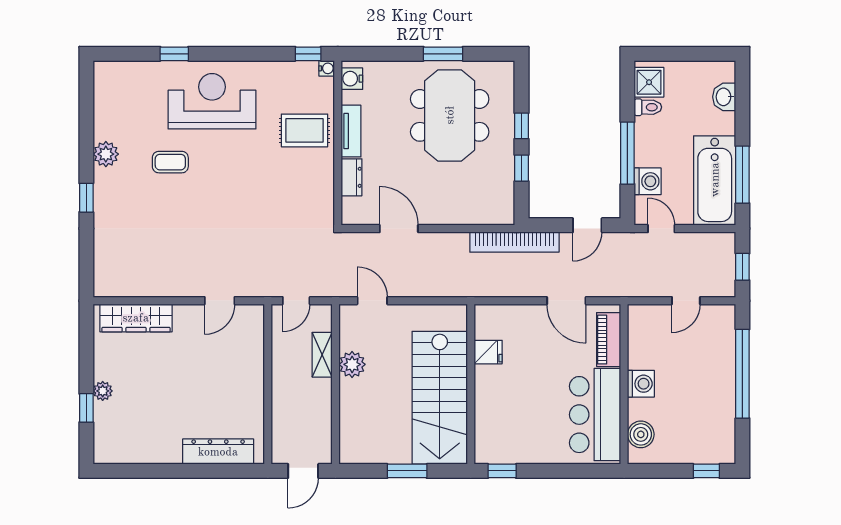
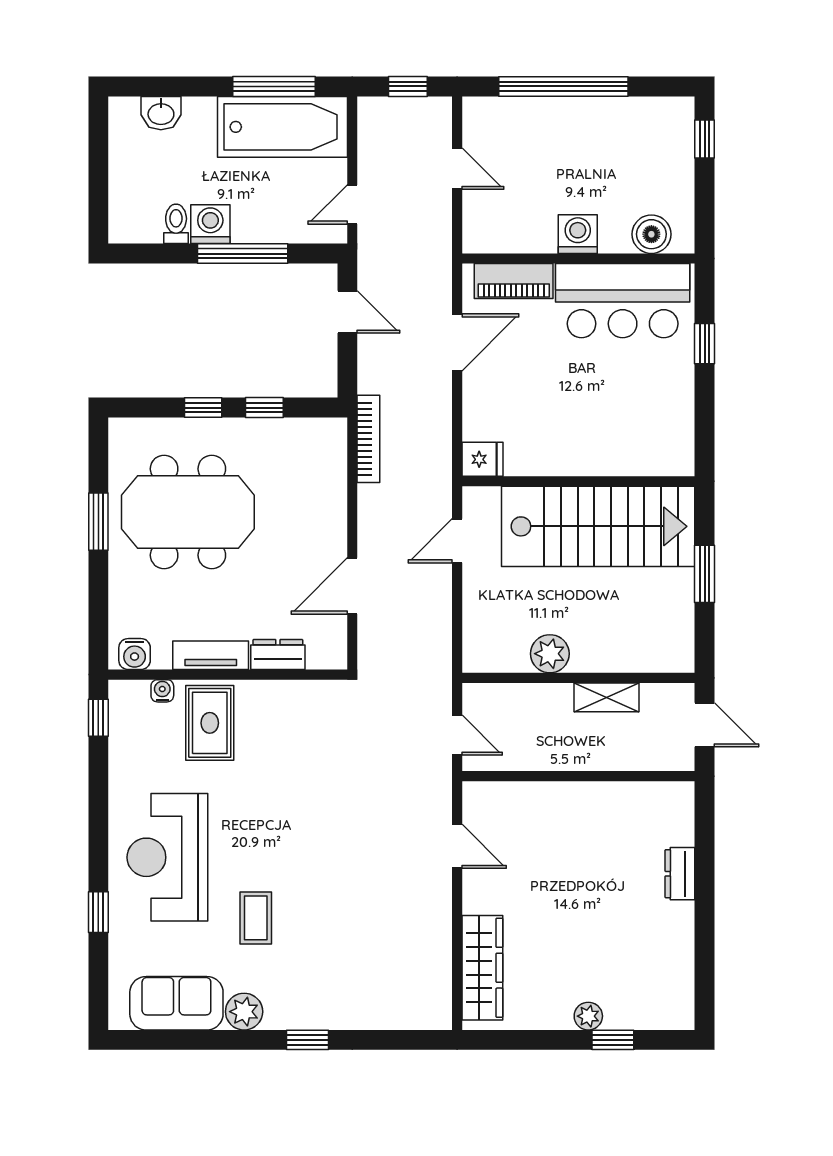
water cooler: (327, 68) -> (162, 691), moved
shower: (649, 82) -> (140, 222), removed
sofa: (112, 108) -> (176, 1003), added
washing machine: (648, 181) -> (210, 224), moved
bookcase: (514, 242) -> (368, 439), width x0.68, depth x0.76
door: (372, 301) -> (457, 541), moved
fridge: (488, 352) -> (482, 459), moved, turned 90
shelving: (322, 355) -> (606, 697), moved
dresser: (218, 452) -> (680, 874), width x0.51, depth x0.80
window: (502, 471) -> (705, 344), moved

